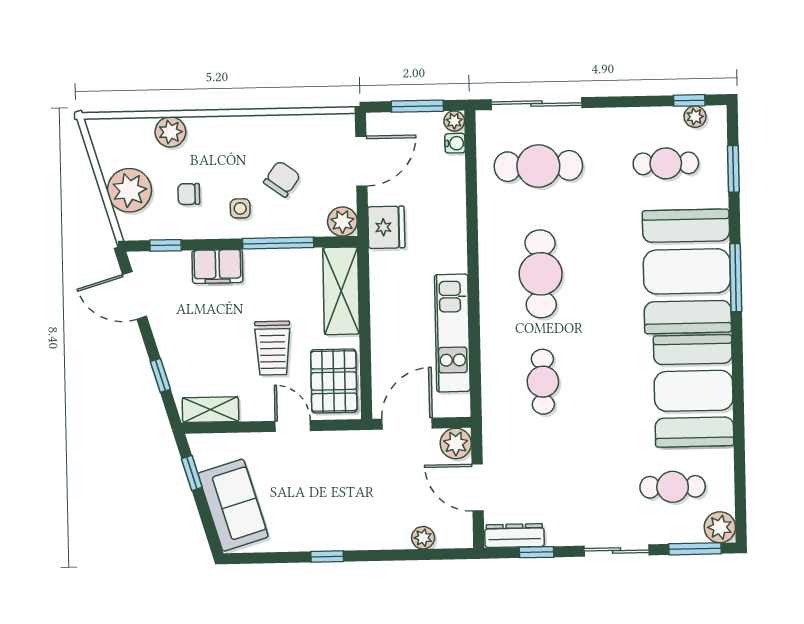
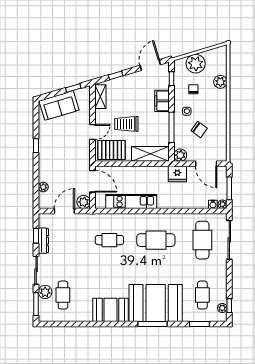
booth: (694, 391) -> (110, 310), width x0.73, depth x0.70
plant: (720, 527) -> (45, 292), moved
dresser: (514, 536) -> (43, 241), moved

